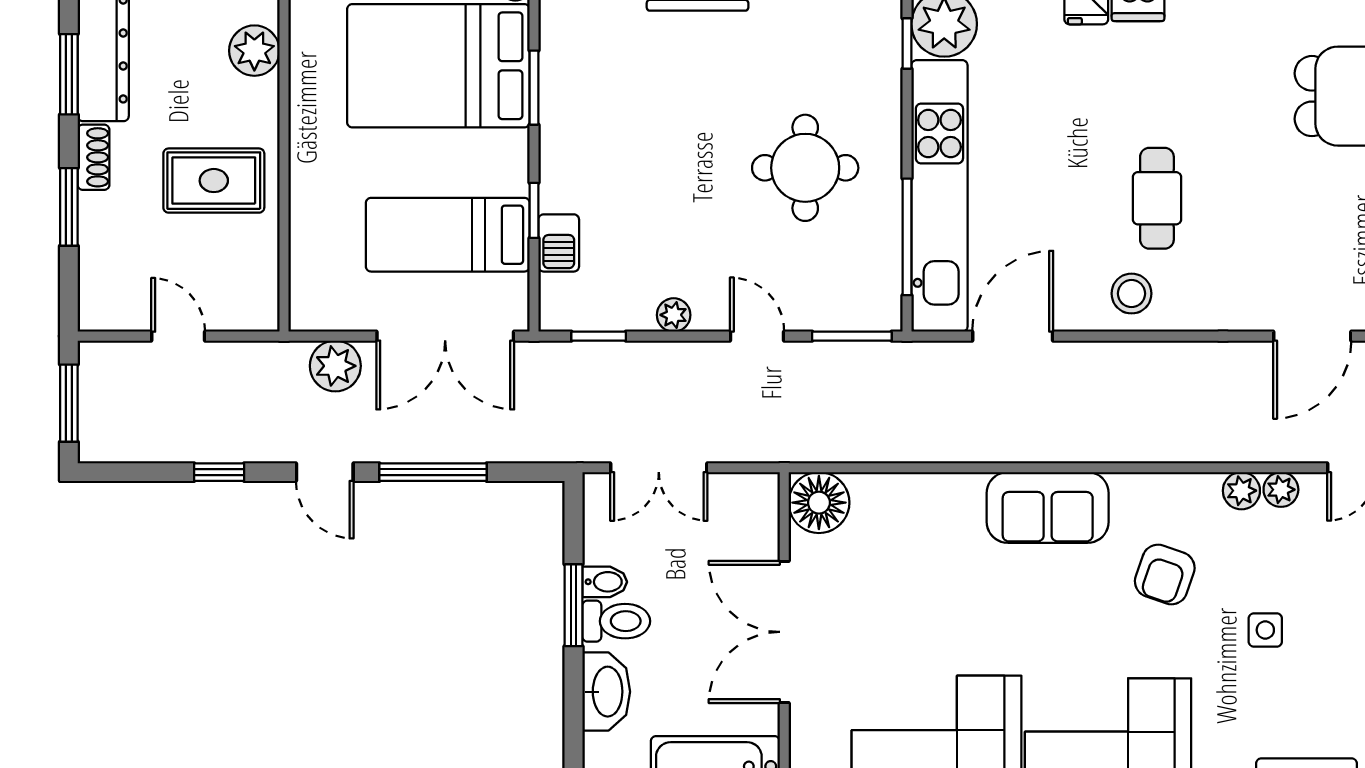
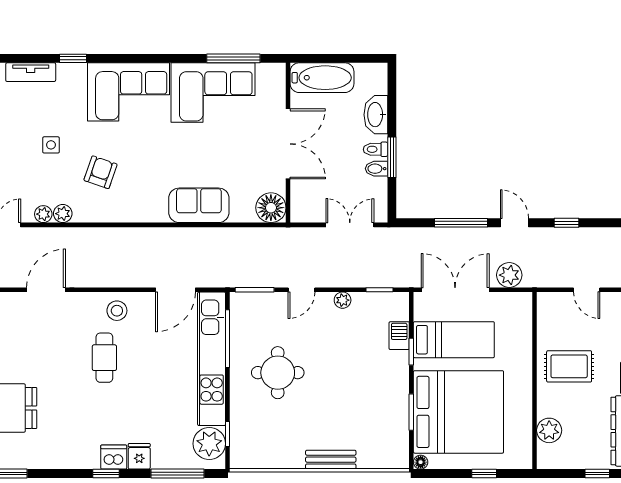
bed: (438, 66) -> (458, 412), width x1.36
door: (757, 336) -> (301, 290), hinge flipped
door: (1312, 336) -> (46, 290), moved
sofa: (1048, 507) -> (199, 205), moved
toilet: (616, 621) -> (375, 149), width x0.73, depth x0.72

